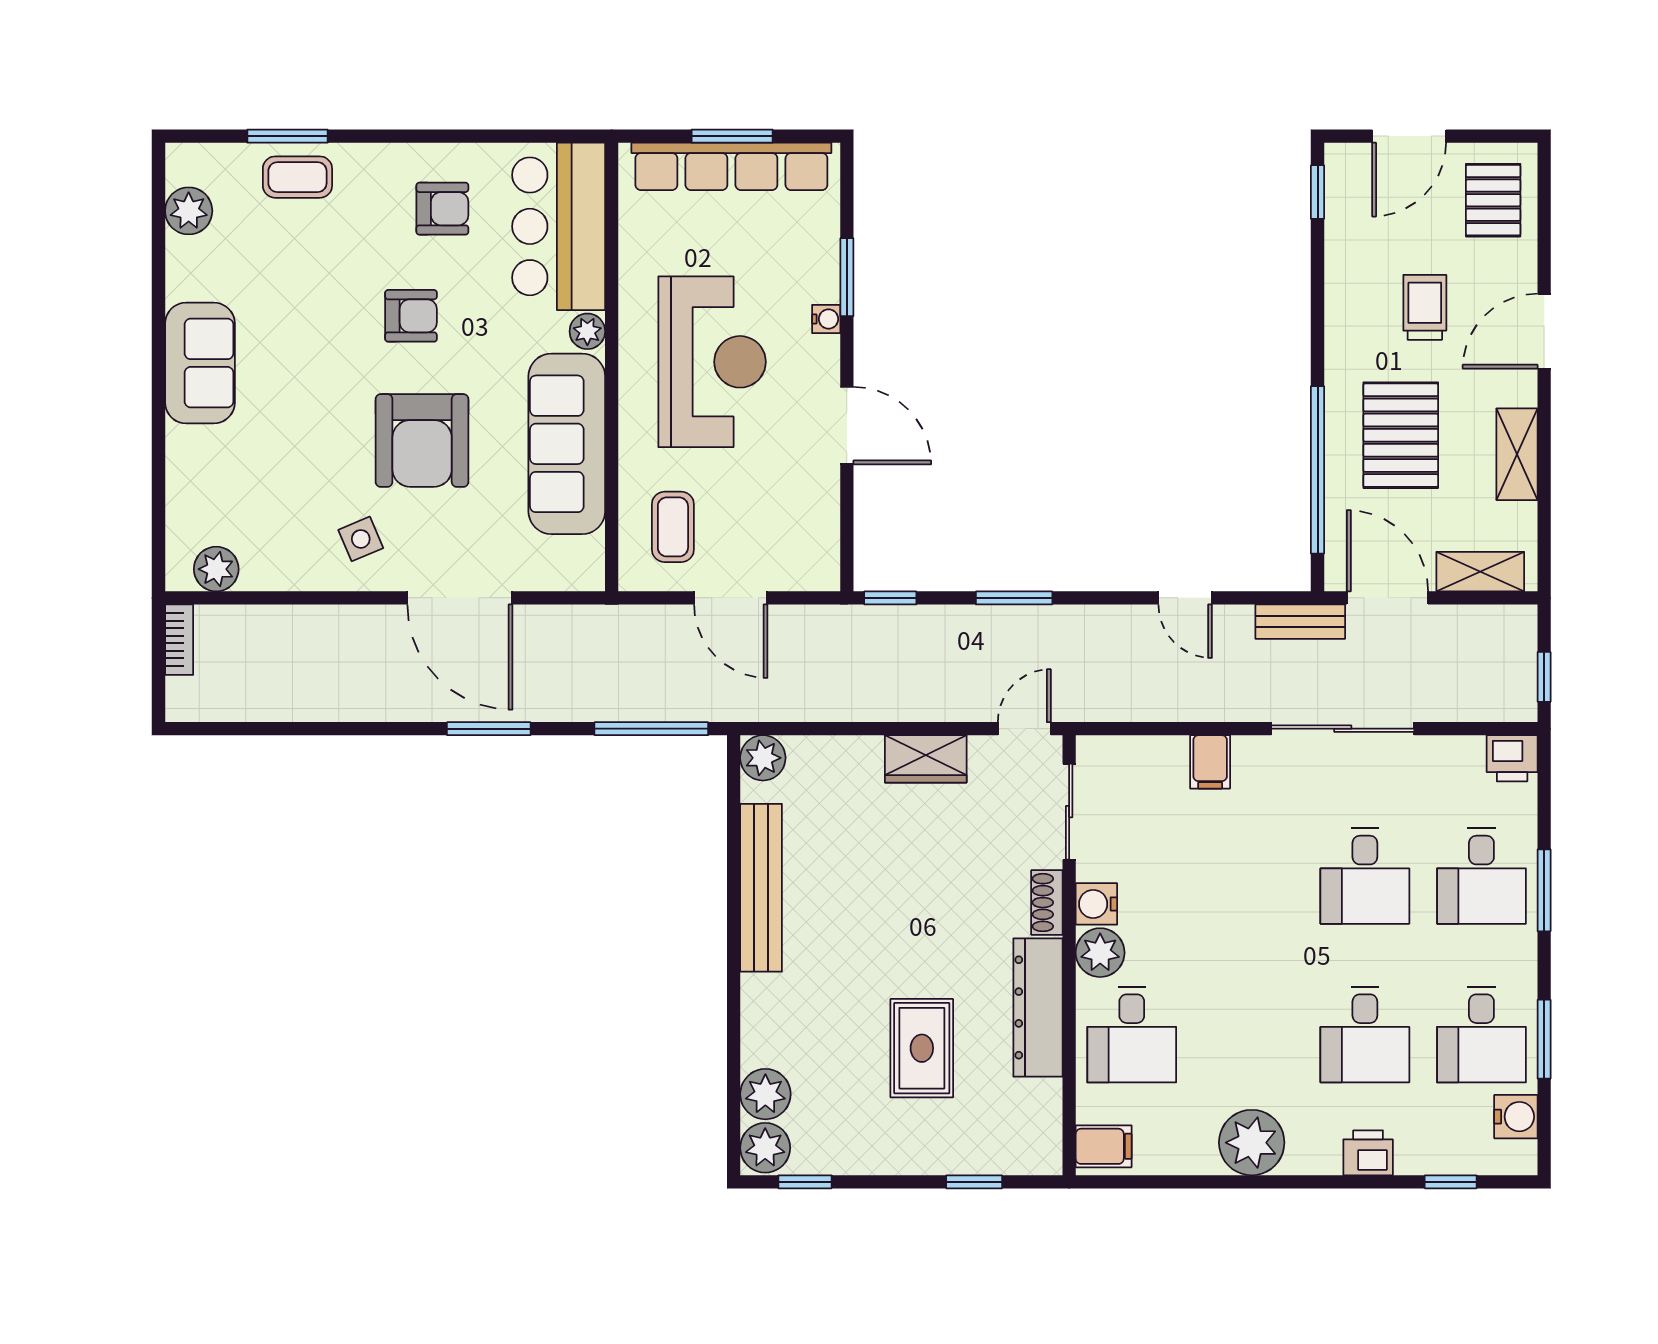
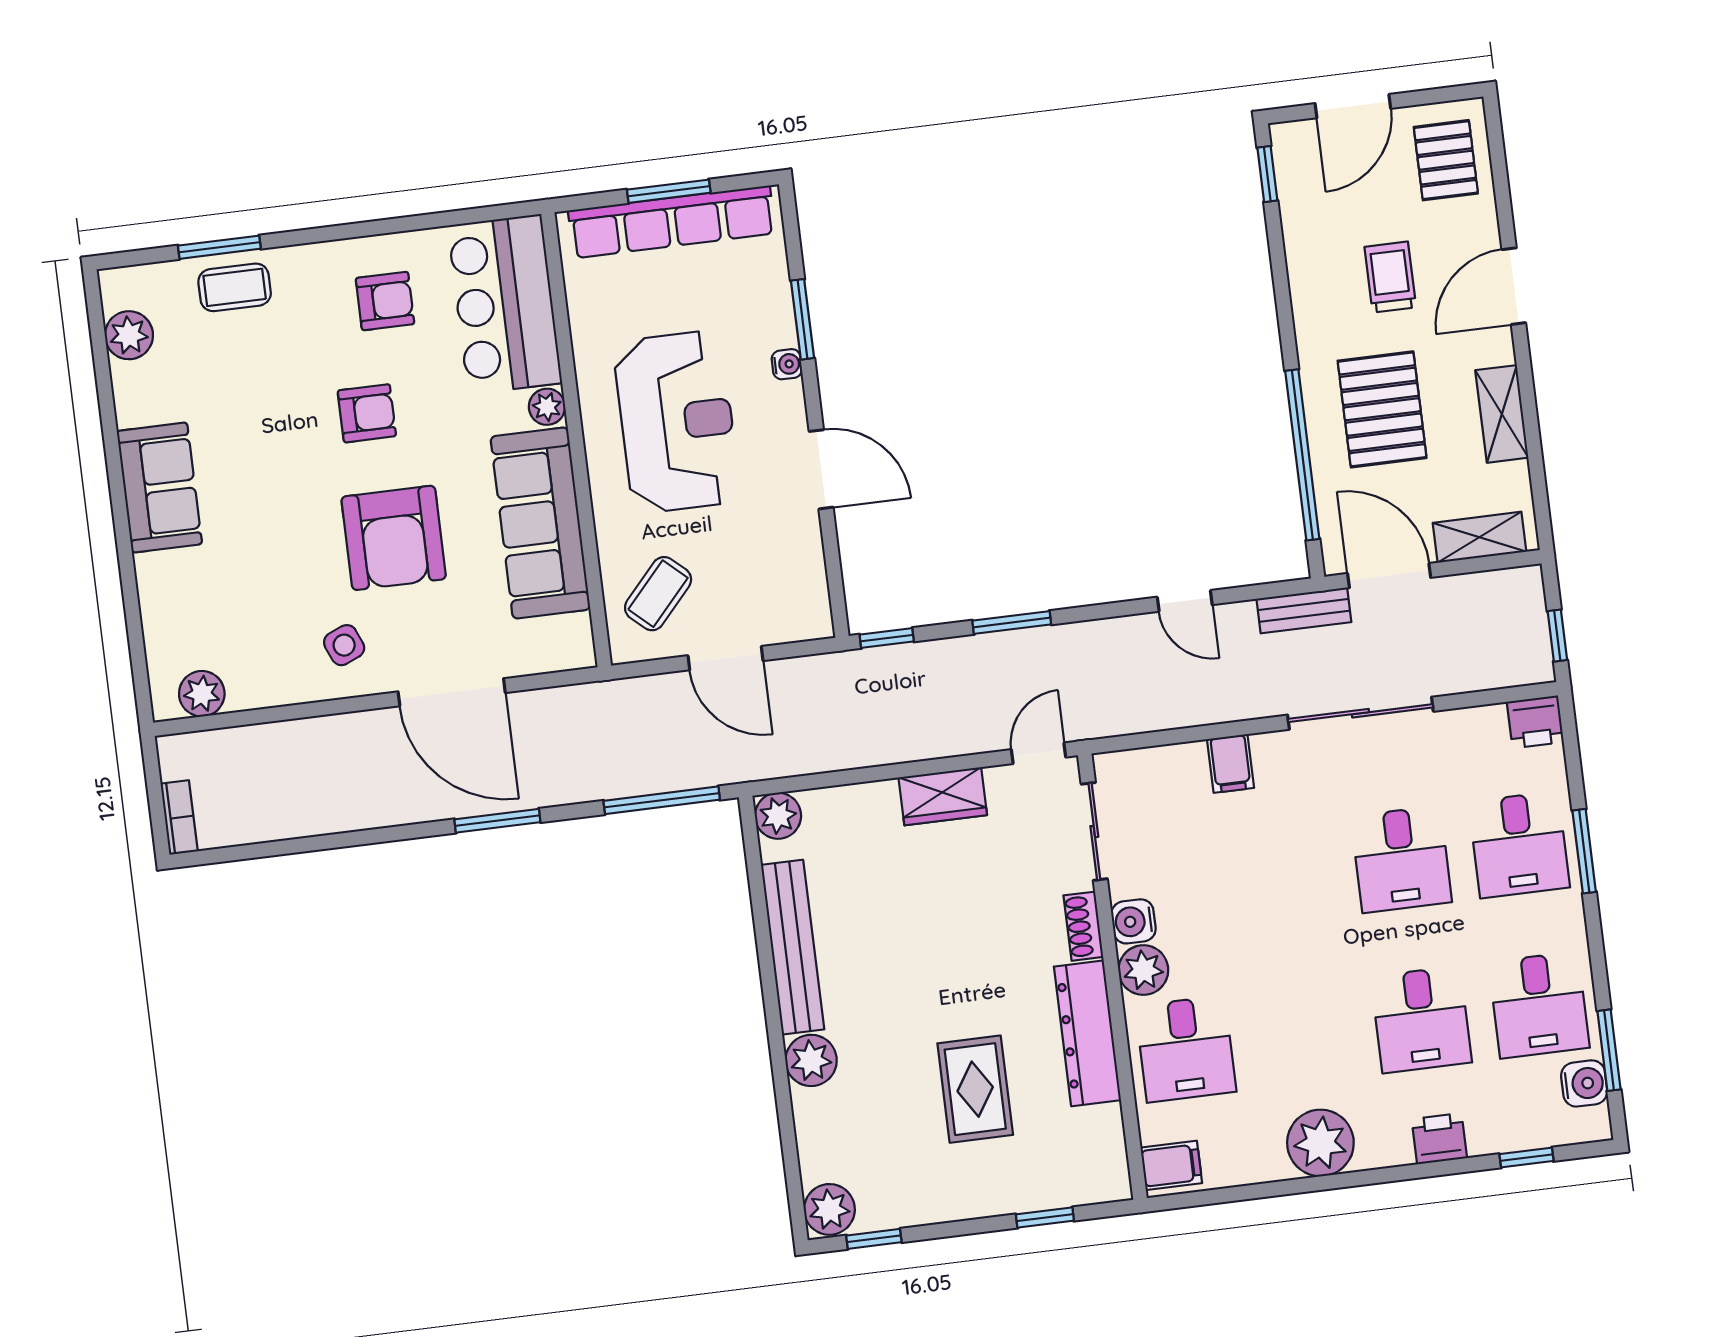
coffee table: (673, 527) -> (658, 594), turned 42
bookcase: (179, 640) -> (179, 818), moved
window: (1544, 1039) -> (1609, 1050), moved
plant: (765, 1094) -> (811, 1060), moved

